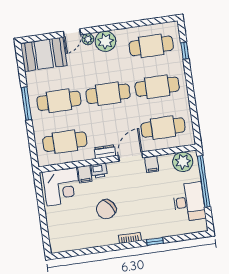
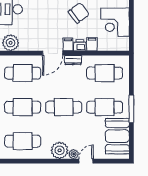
booth: (44, 54) -> (117, 136), moved, turned 90
filing cabinet: (152, 164) -> (68, 44), moved
corner desk: (62, 187) -> (115, 22), moved, turned -90

